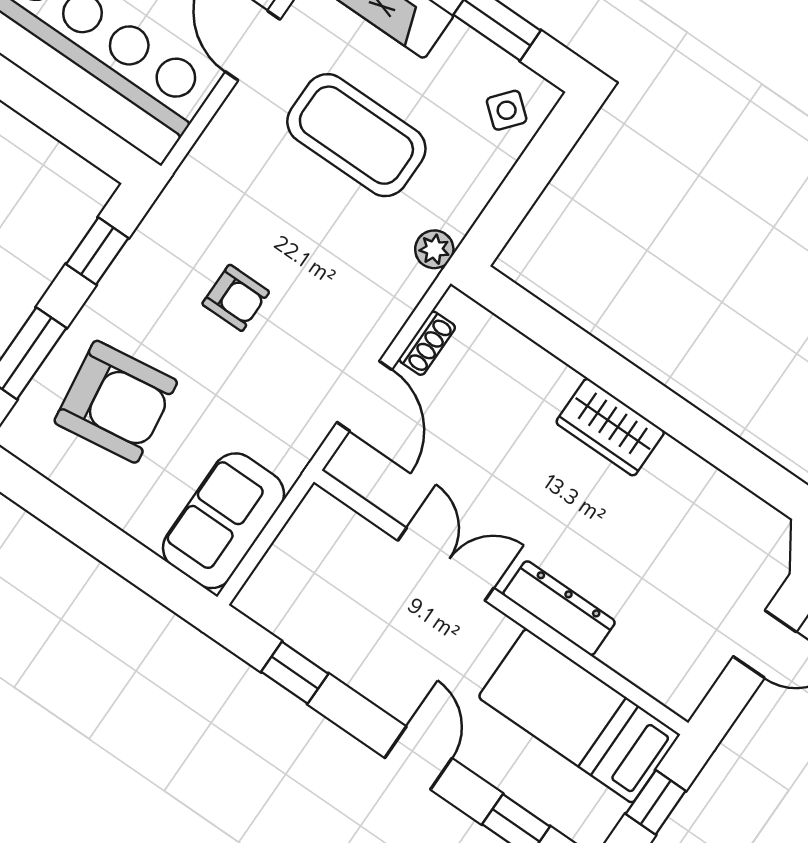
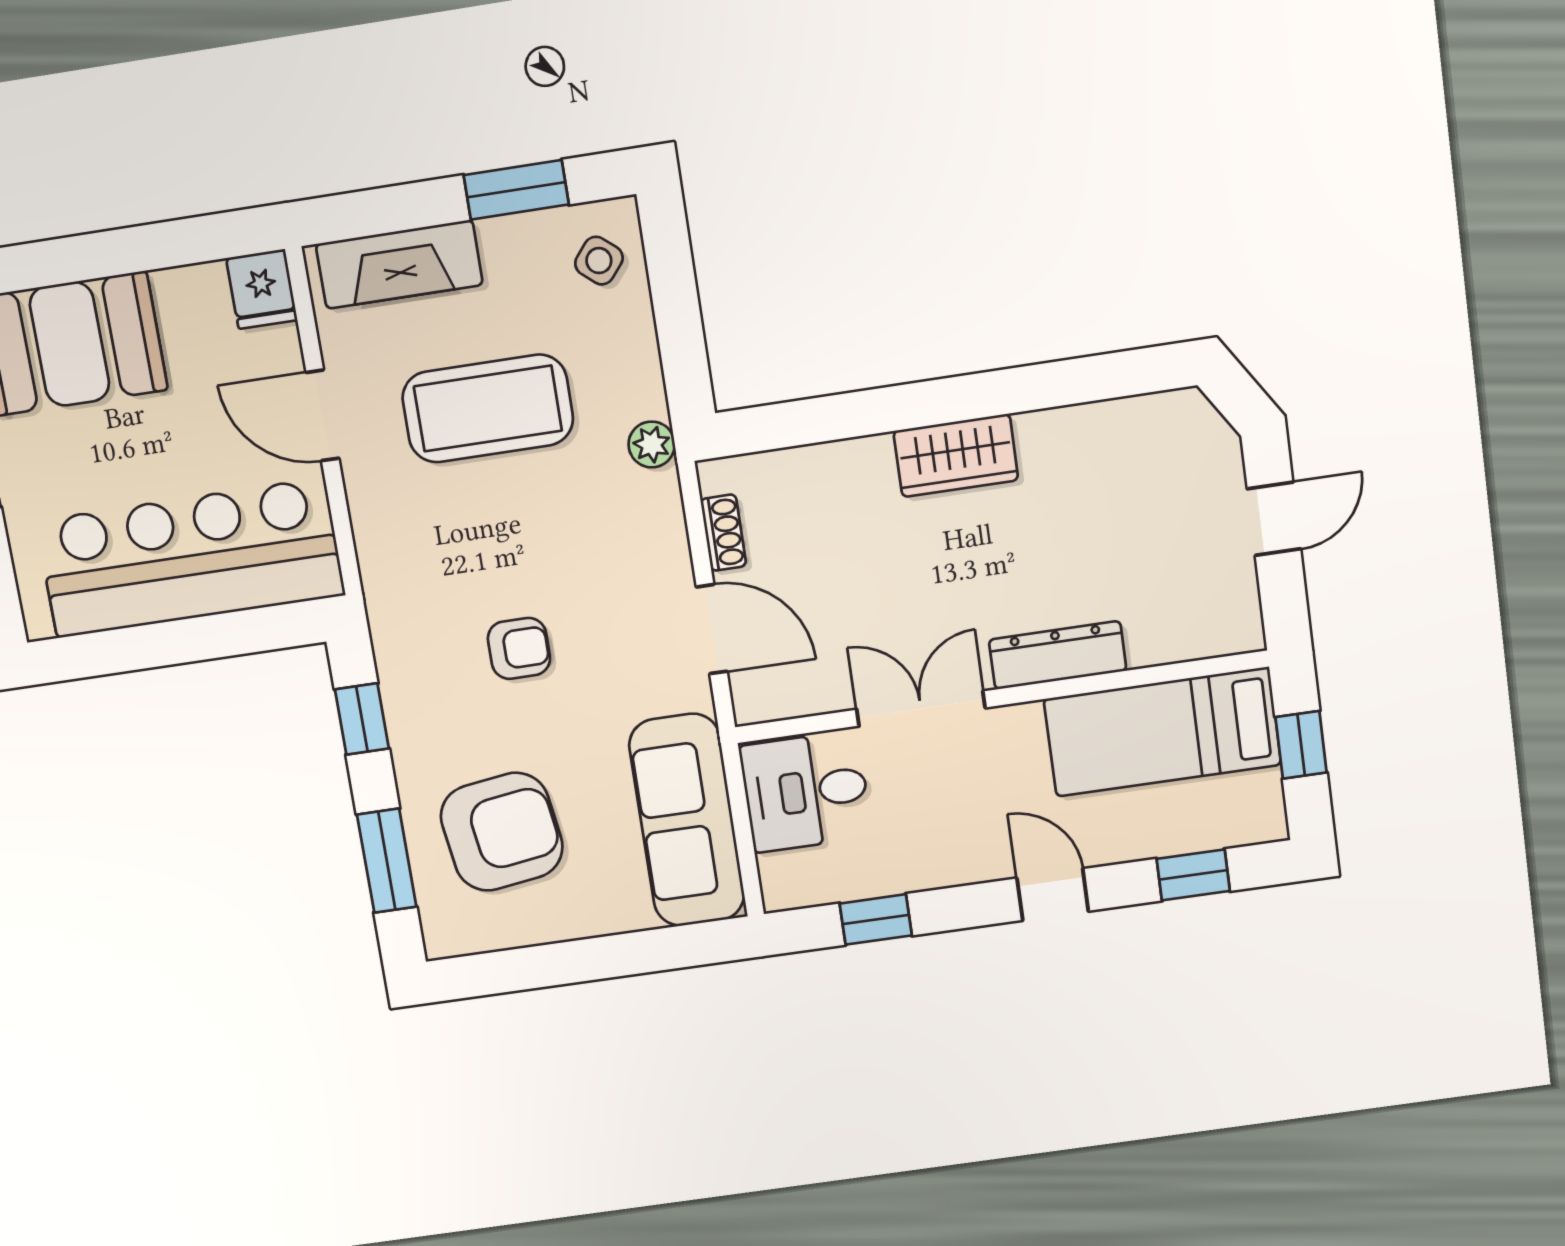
sofa: (223, 521) -> (687, 820), width x1.36
desk: (327, 551) -> (806, 792), added

